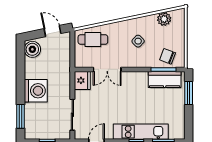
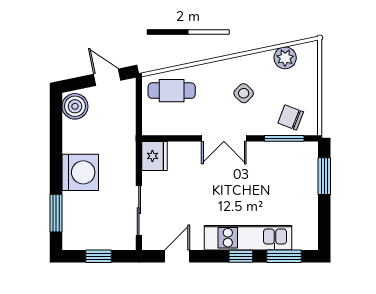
double door: (107, 69) -> (224, 138), moved
kitchen counter: (165, 80) -> (286, 154), removed

